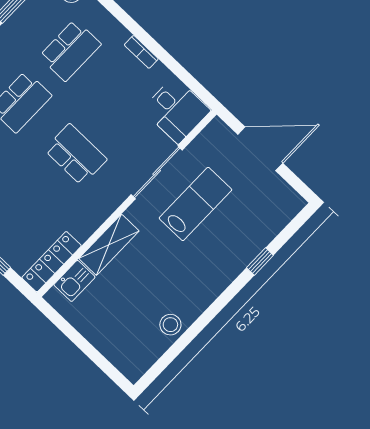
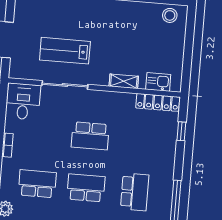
school desk: (76, 155) -> (90, 136), turned -90
shelving: (109, 245) -> (124, 81), width x0.67, depth x0.75
stool: (170, 325) -> (170, 15), moved

